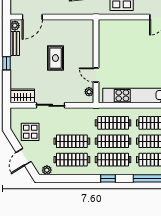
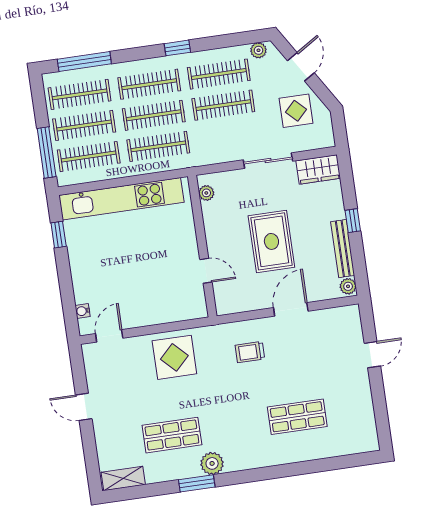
door: (32, 17) -> (291, 309), moved
bench: (15, 43) -> (343, 249), width x1.36
rug: (55, 58) -> (271, 241), width x1.36, depth x1.43
door: (96, 75) -> (206, 271), moved
window: (108, 178) -> (177, 48), moved

